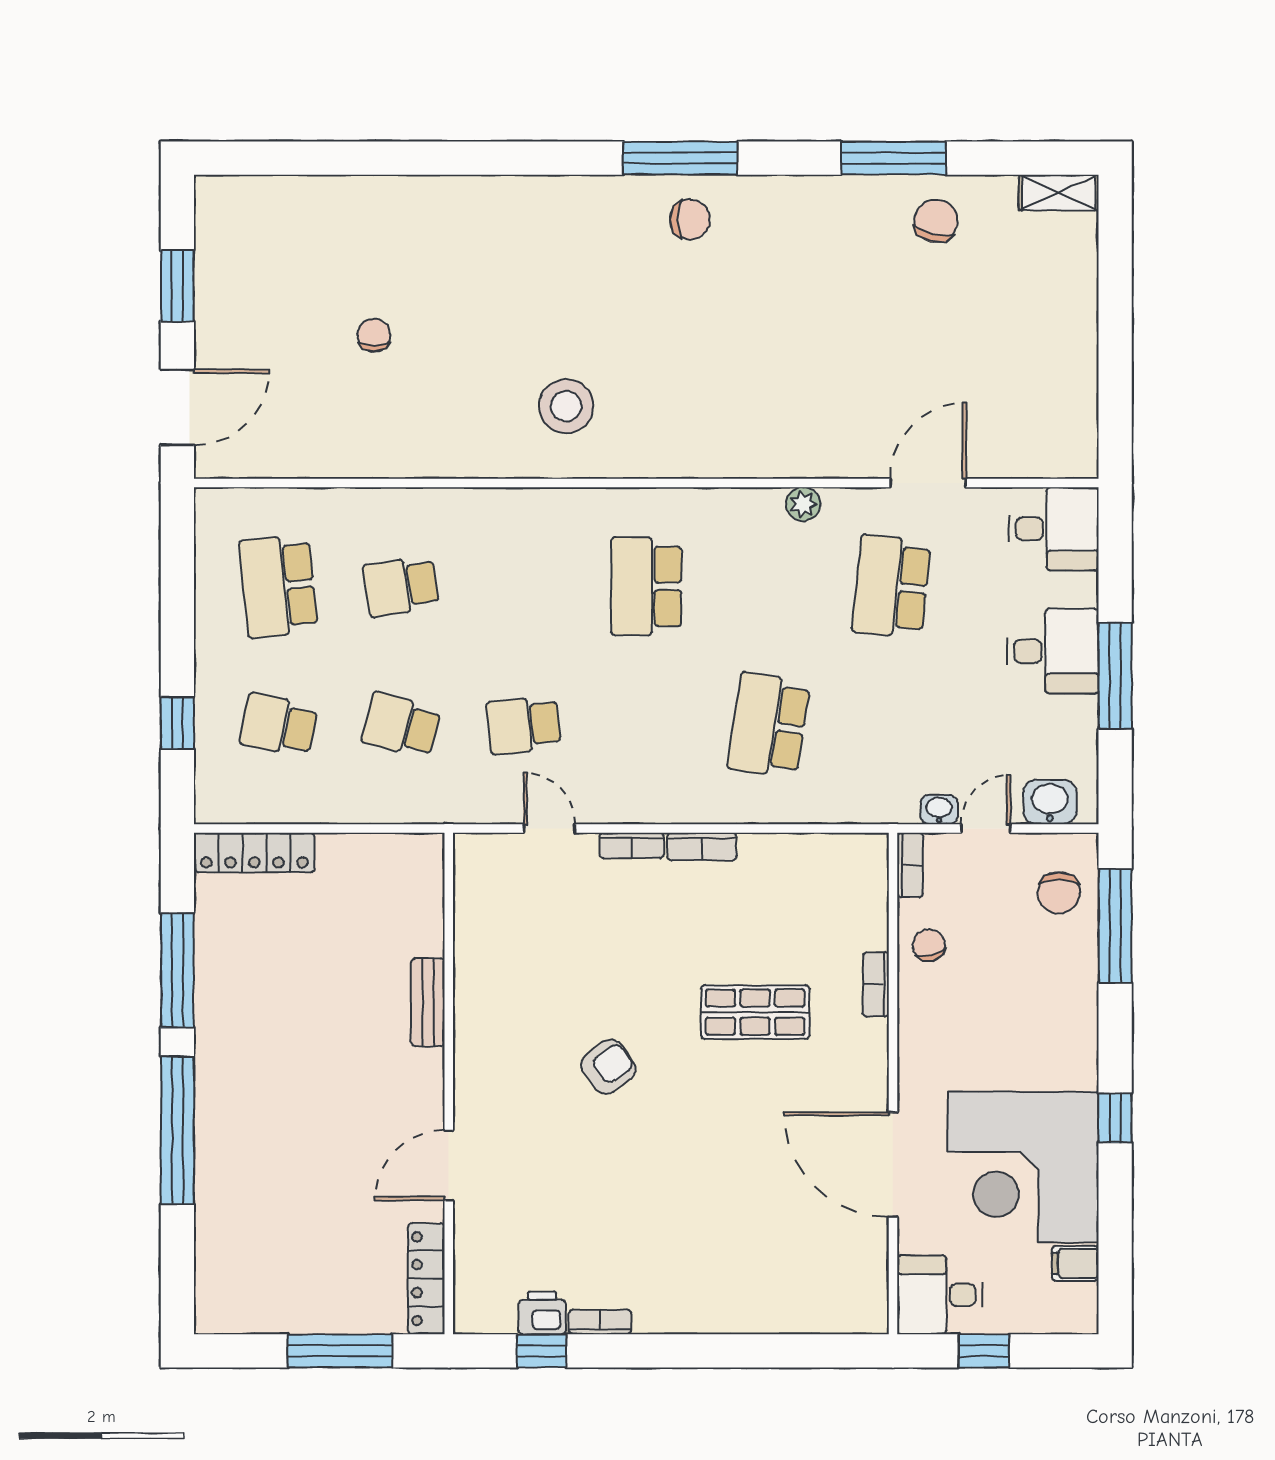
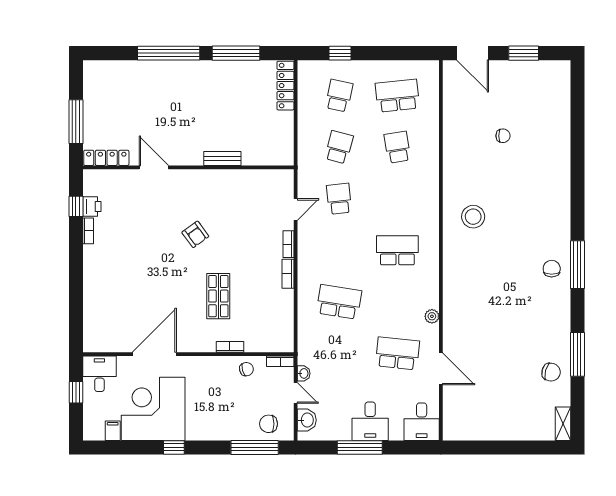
chair: (690, 219) -> (552, 269), turned 180

